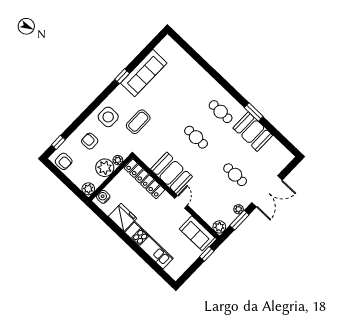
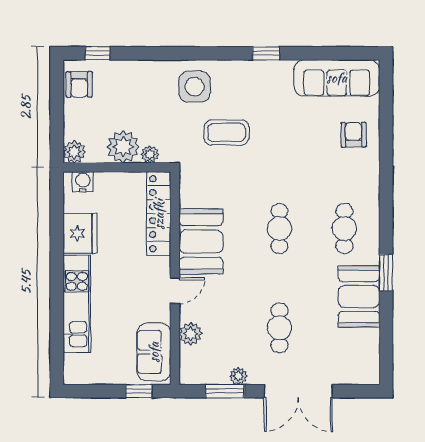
sofa: (144, 73) -> (337, 78), moved
armchair: (90, 141) -> (354, 135), moved
plant: (219, 227) -> (191, 334), moved

